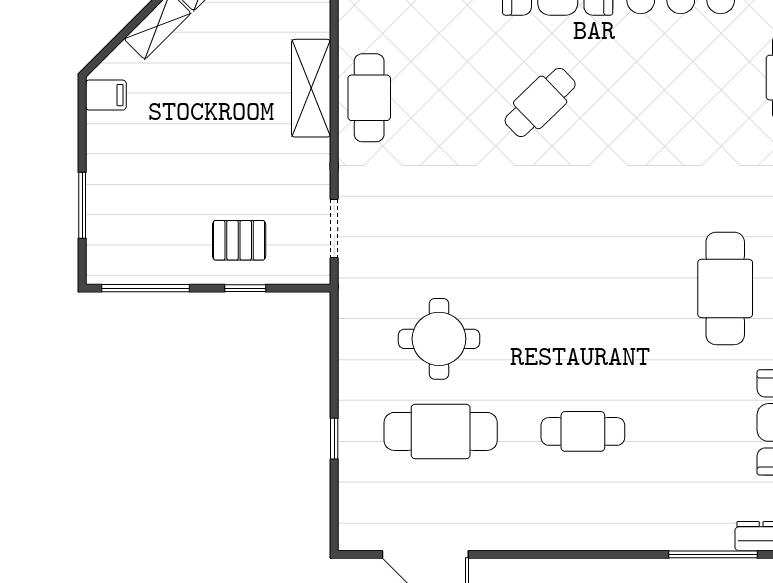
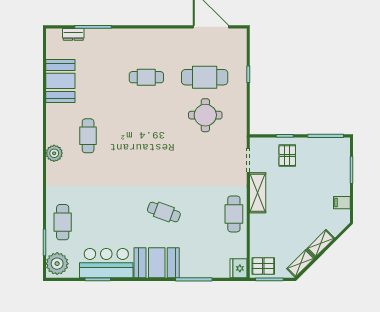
shelving: (311, 88) -> (258, 193), moved
filing cabinet: (106, 95) -> (342, 203), moved
cafe table: (540, 102) -> (164, 212), turned 64
pallet: (239, 240) -> (287, 156), turned 90
cafe table: (725, 288) -> (88, 136), width x0.73, depth x0.74

